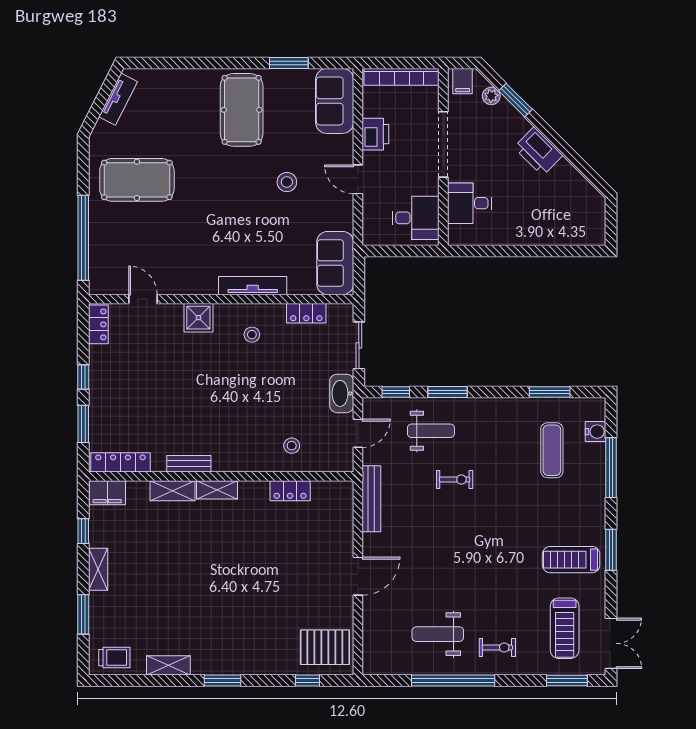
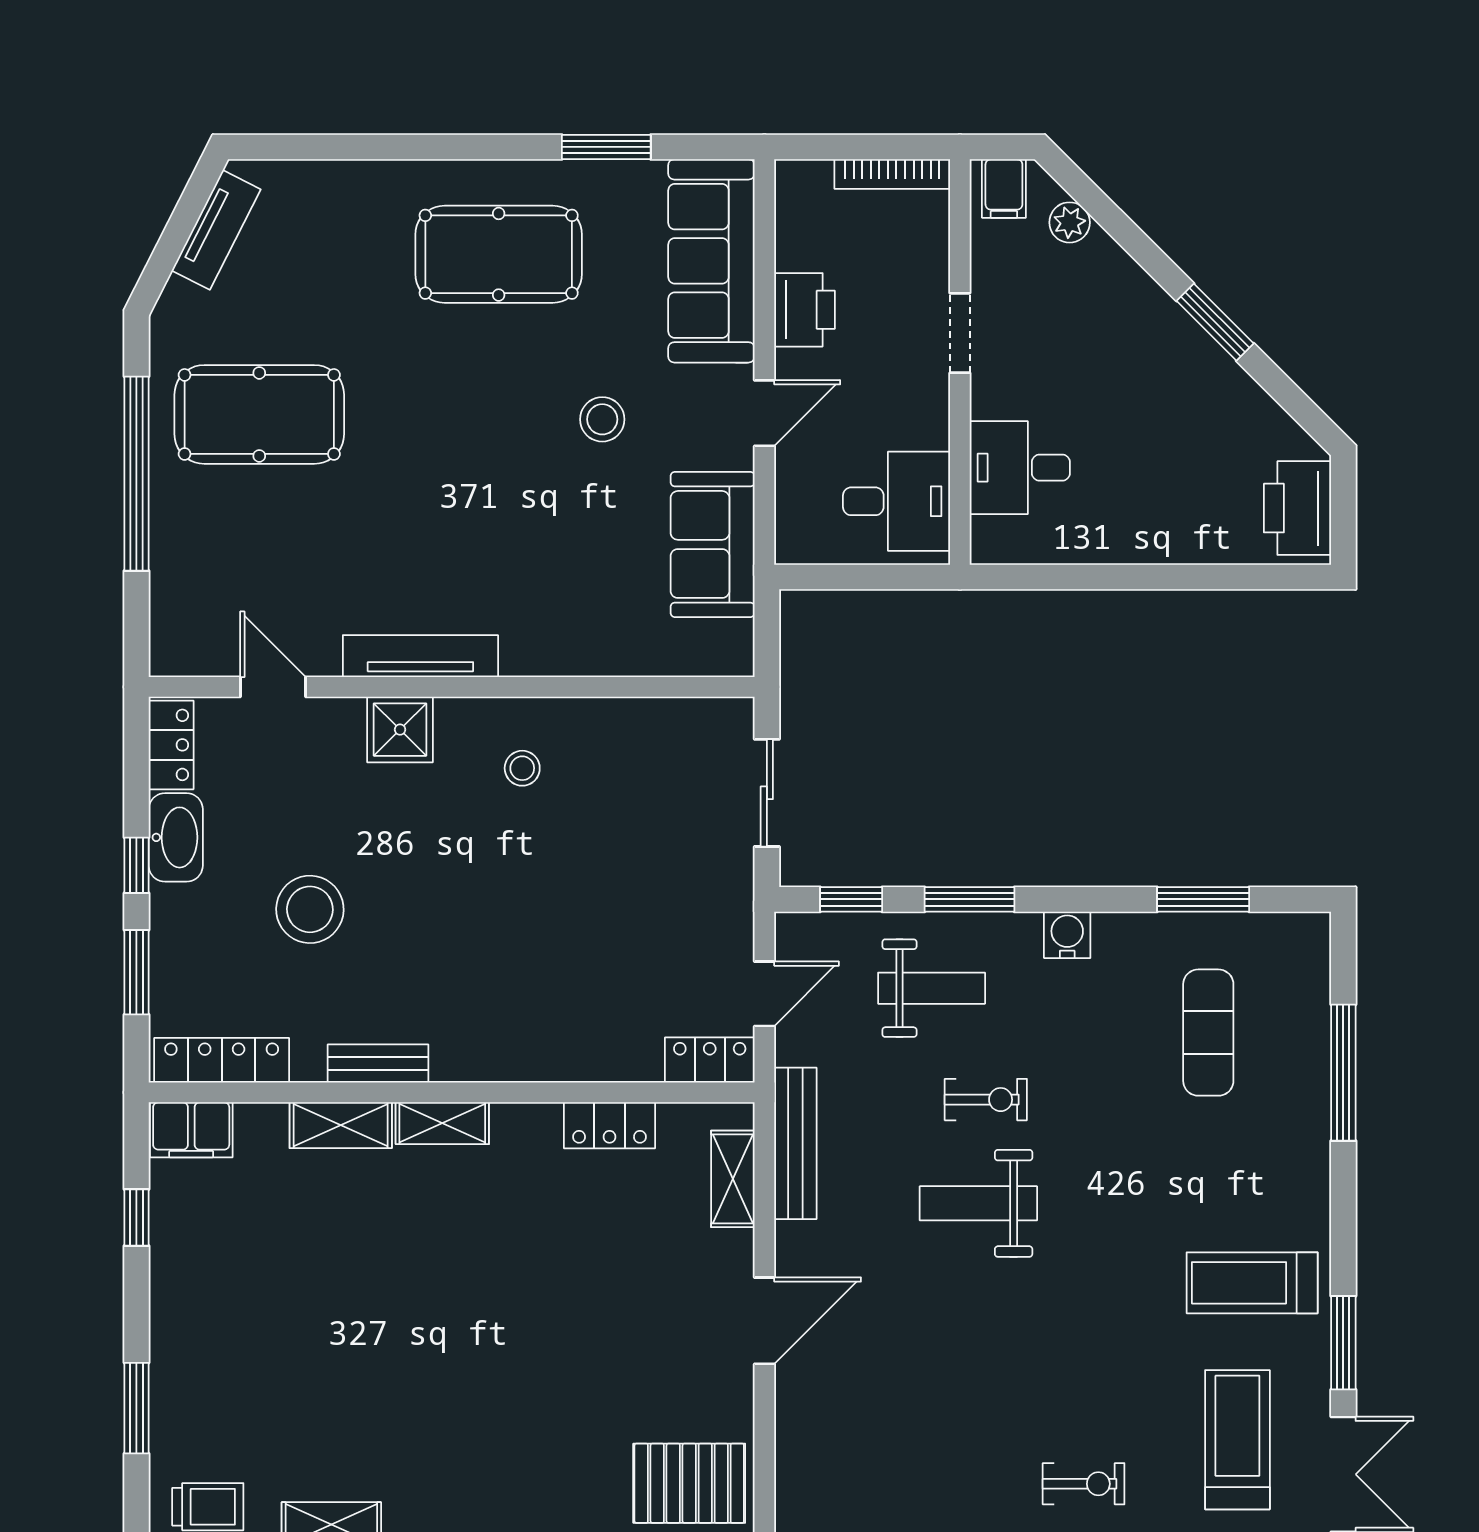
bookcase: (402, 77) -> (892, 174), width x0.68, depth x0.76
window: (515, 100) -> (1215, 322), moved
sofa: (335, 101) -> (711, 261), width x1.36
pool table: (242, 110) -> (499, 254), turned 90
doorway: (443, 144) -> (960, 333), width x0.53
printer: (538, 151) -> (1297, 508), moved, turned 45
door: (358, 179) -> (764, 413), swing flipped
window: (83, 238) -> (136, 474), moved
sofa: (335, 263) -> (713, 544), moved
tv unit: (253, 286) -> (420, 656), moved
locker: (306, 313) -> (710, 1060), moved, turned 180
washbasin: (342, 393) -> (176, 837), moved, turned 180
water cooler: (595, 432) -> (1067, 935), moved, turned -90
stool: (292, 446) -> (310, 909), moved, width x1.89, depth x1.89
window: (611, 550) -> (1343, 1343), moved
shelving: (98, 569) -> (733, 1179), moved
treadmill: (565, 628) -> (1237, 1440), turned 180
weight bench: (438, 634) -> (978, 1203), moved

